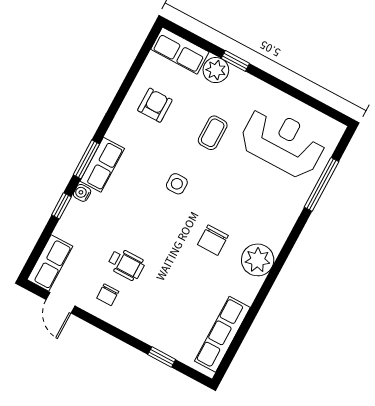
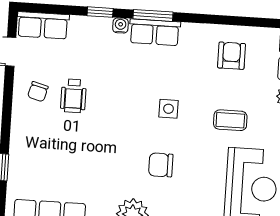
armchair: (155, 105) -> (231, 56), turned -90
chair: (213, 240) -> (161, 165), moved
chair: (108, 295) -> (38, 92), turned -75

